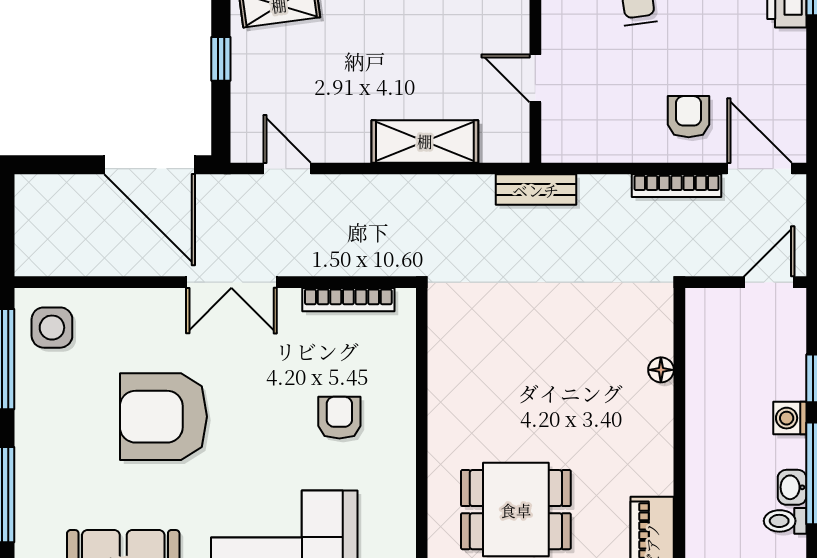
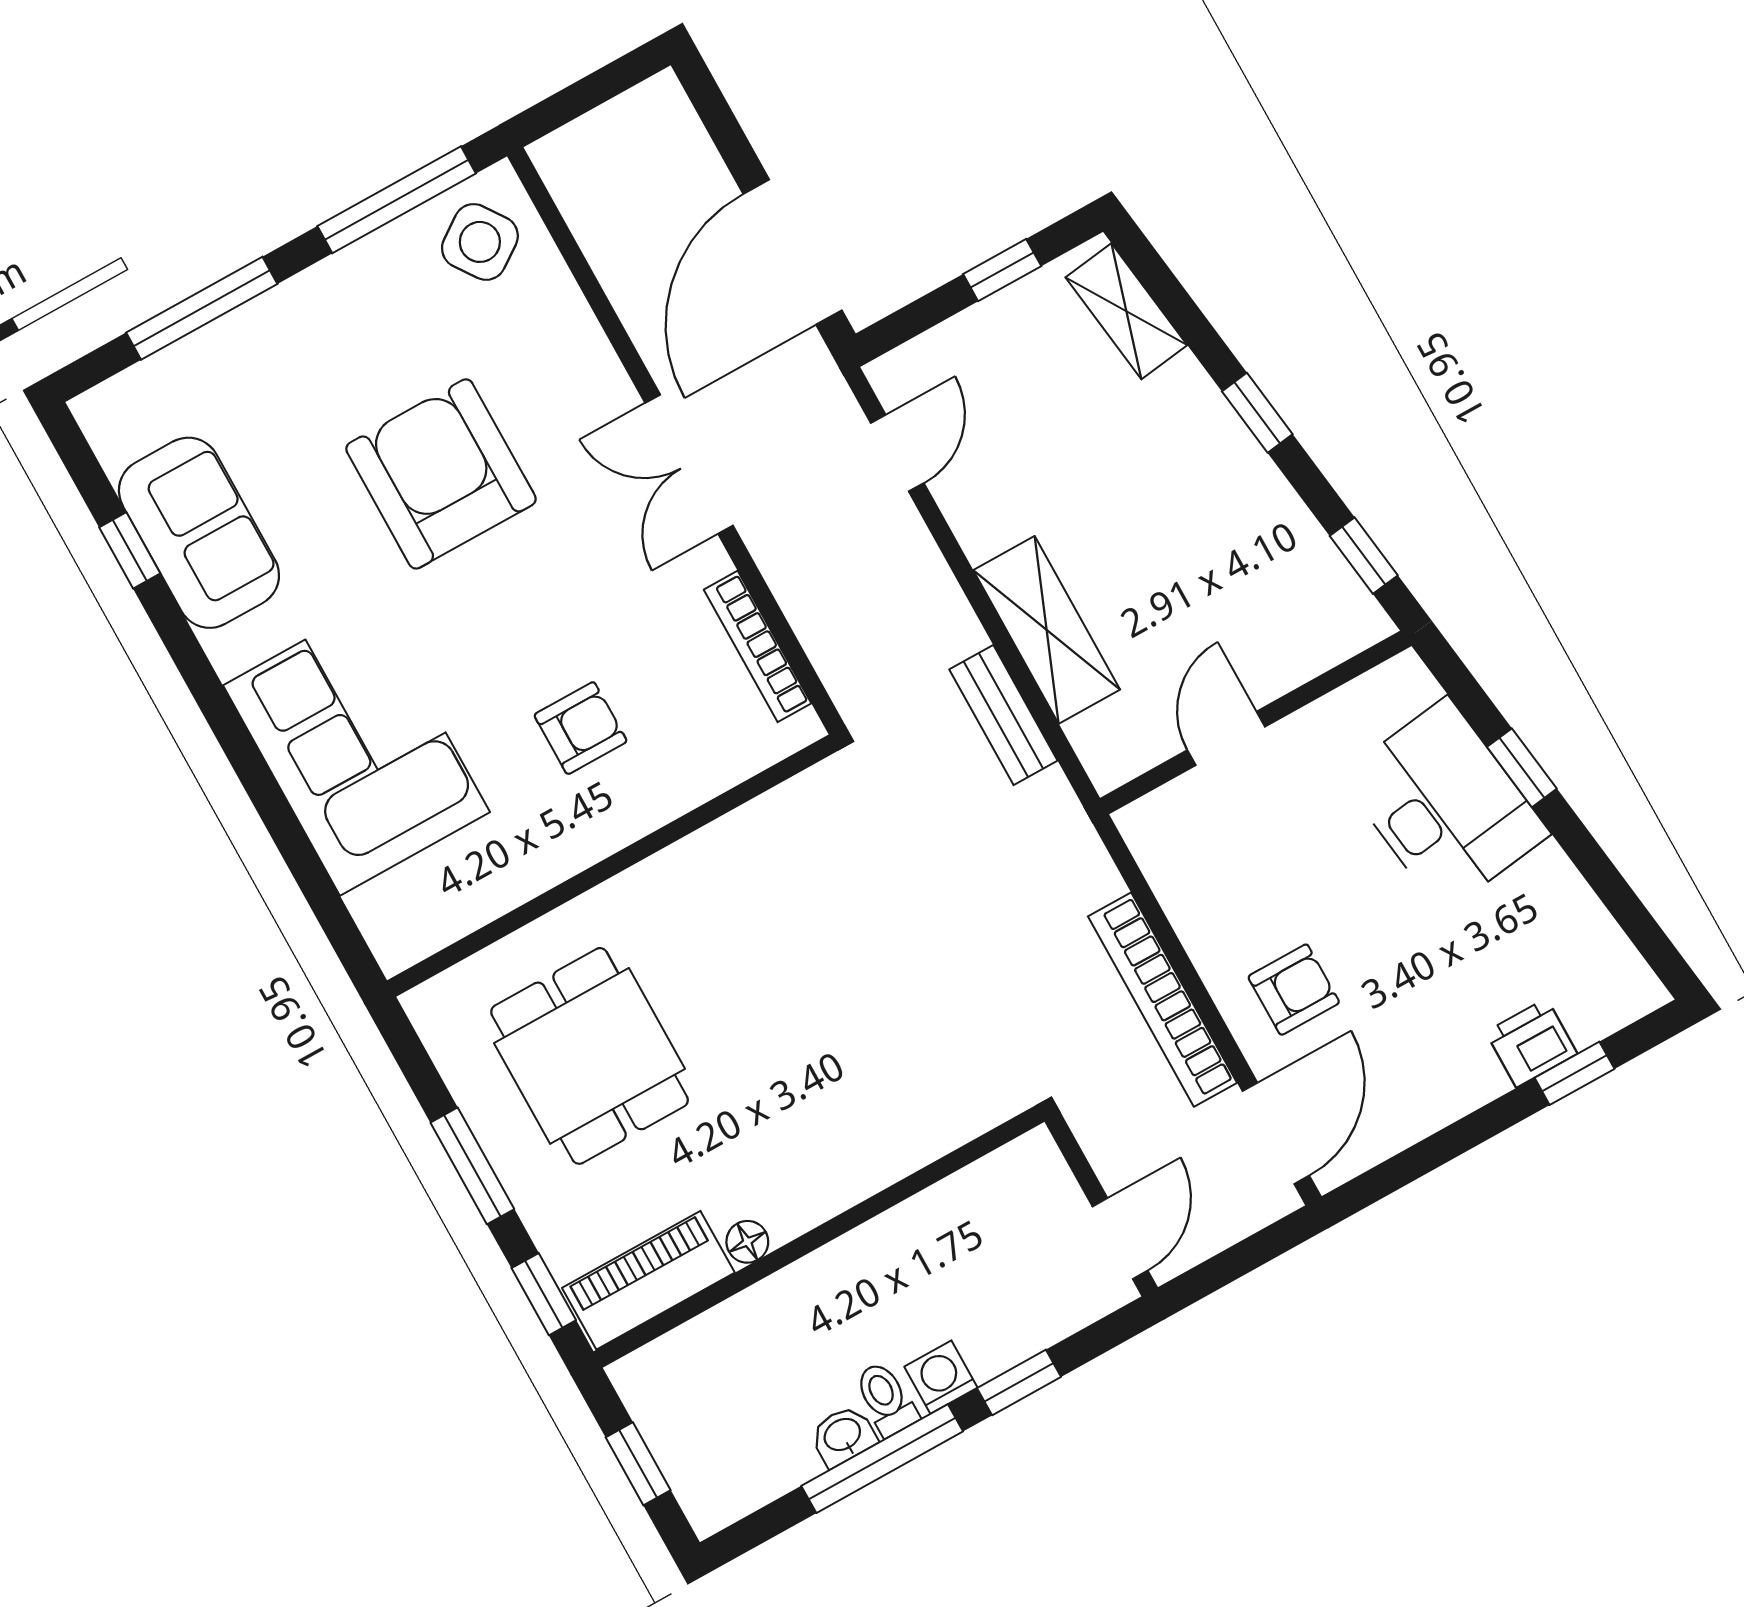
bookcase: (677, 186) -> (1162, 1000), width x1.48, depth x1.31
bench: (536, 190) -> (1003, 715), moved
door: (769, 282) -> (1120, 1238), hinge flipped
side table: (52, 328) -> (480, 242), turned -35
floor lamp: (661, 370) -> (747, 1242), moved
toilet: (785, 521) -> (886, 1399), moved

